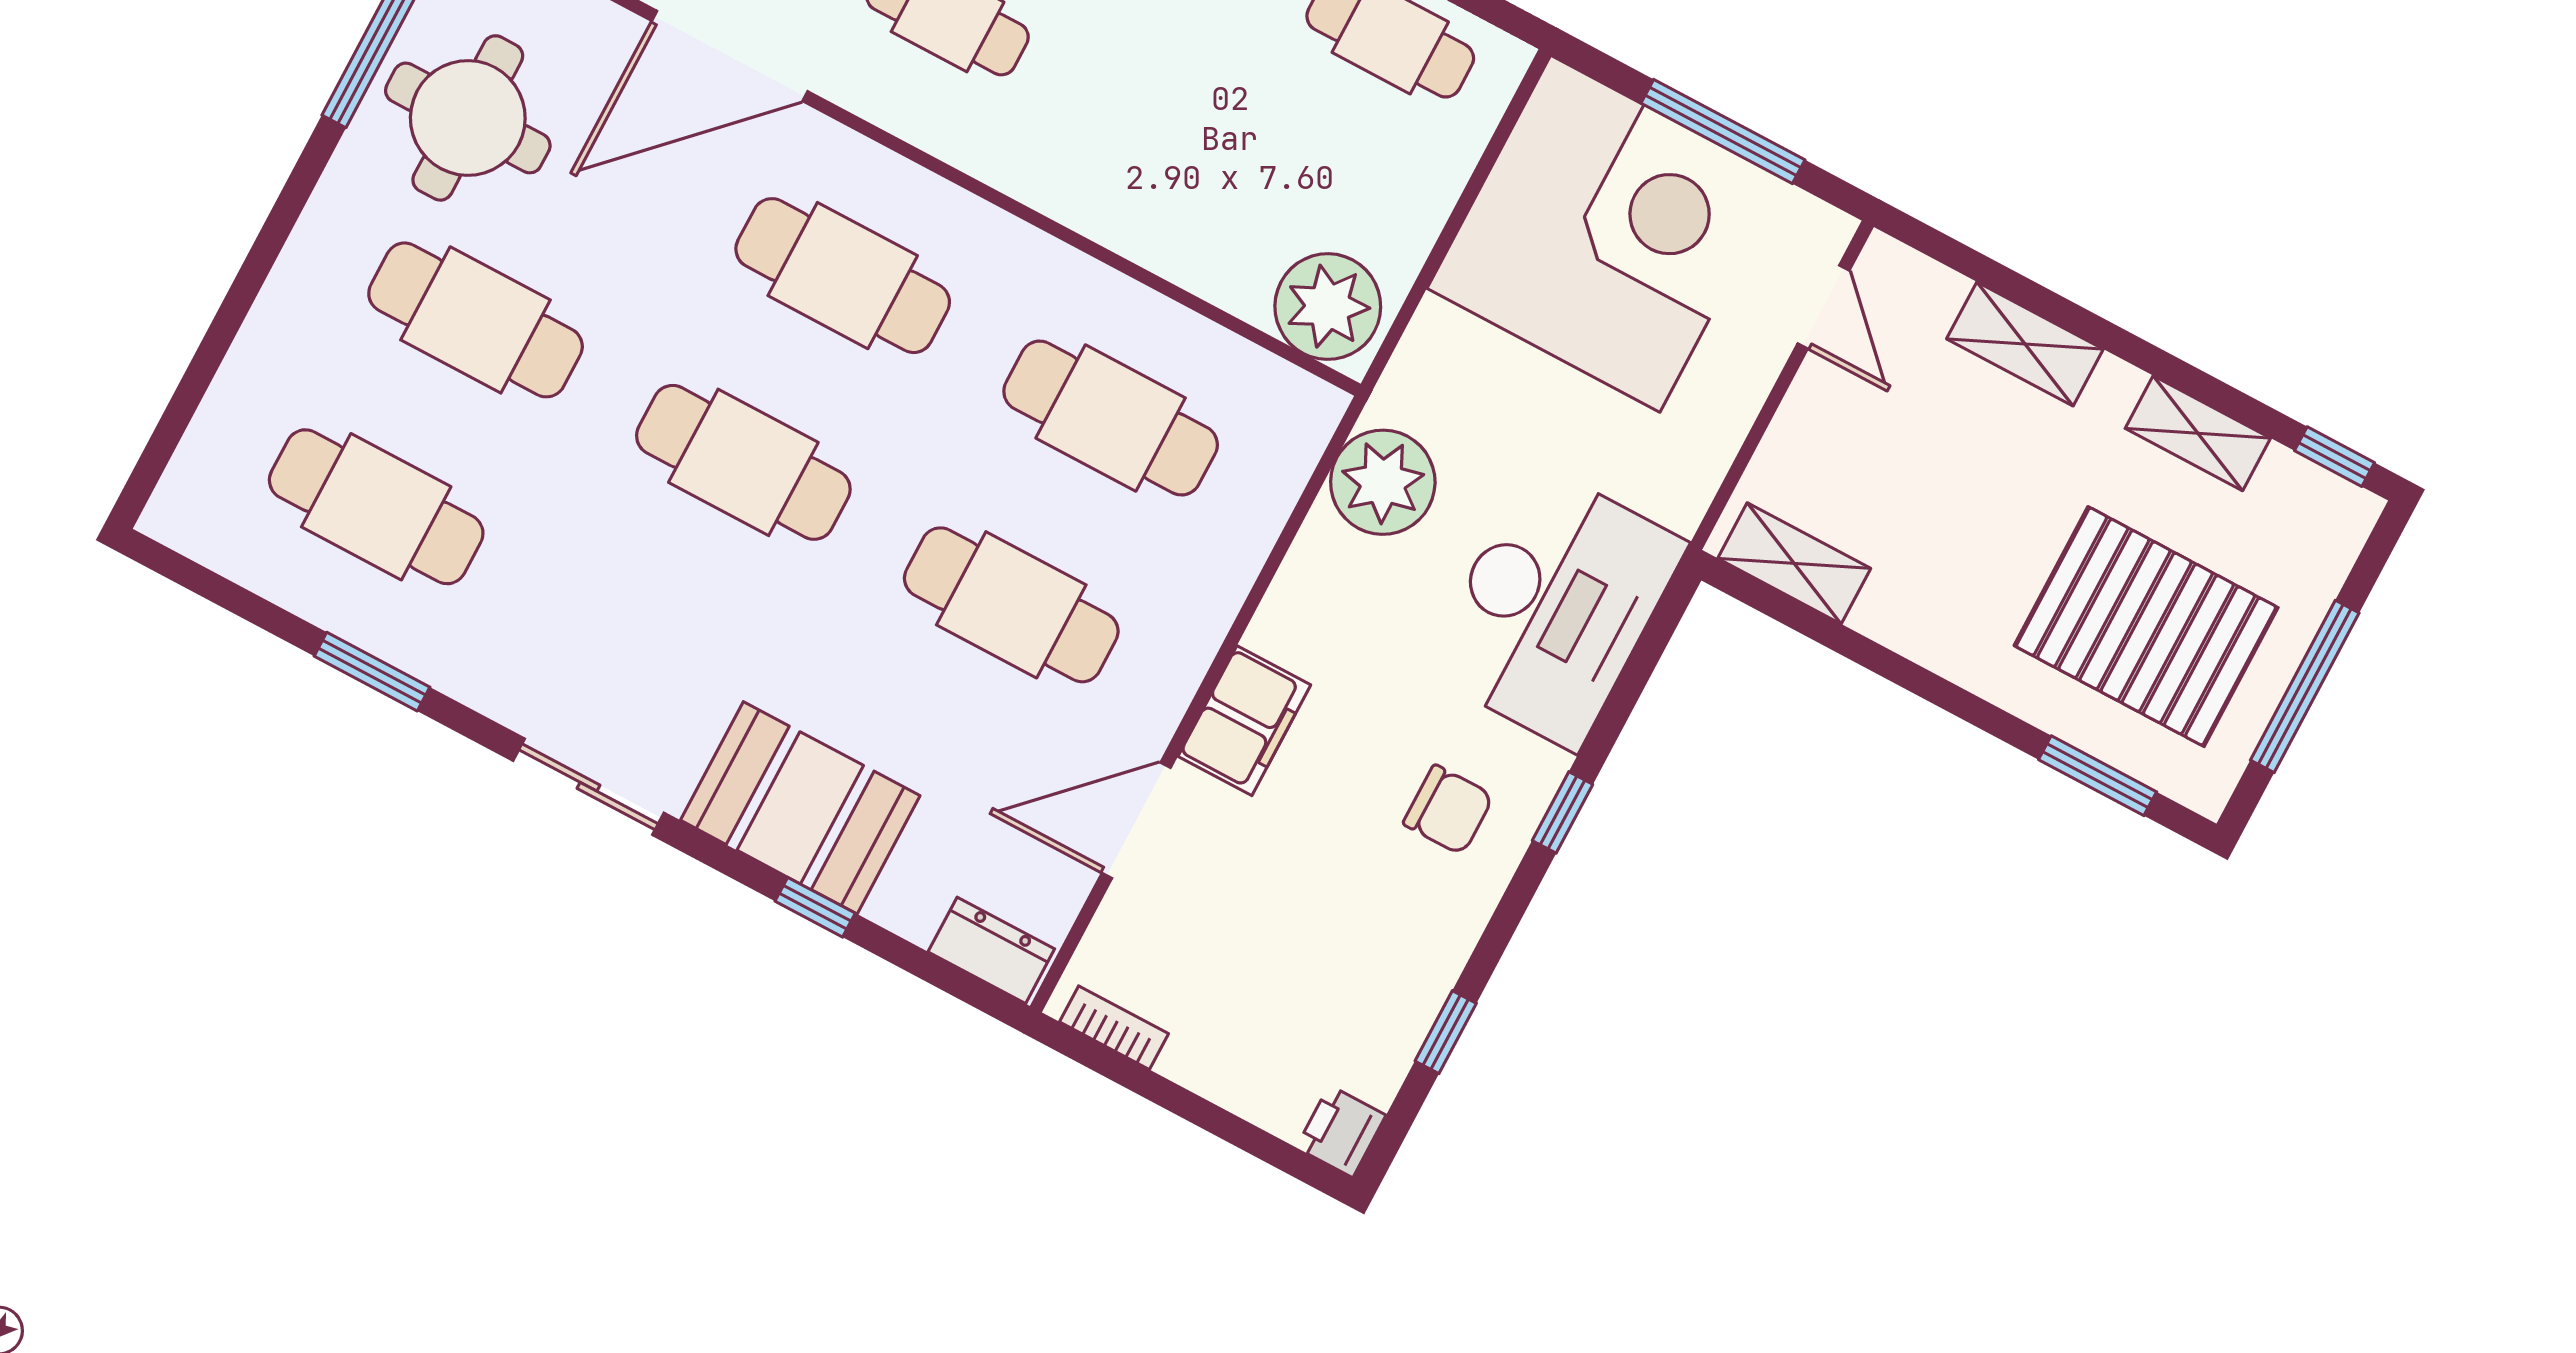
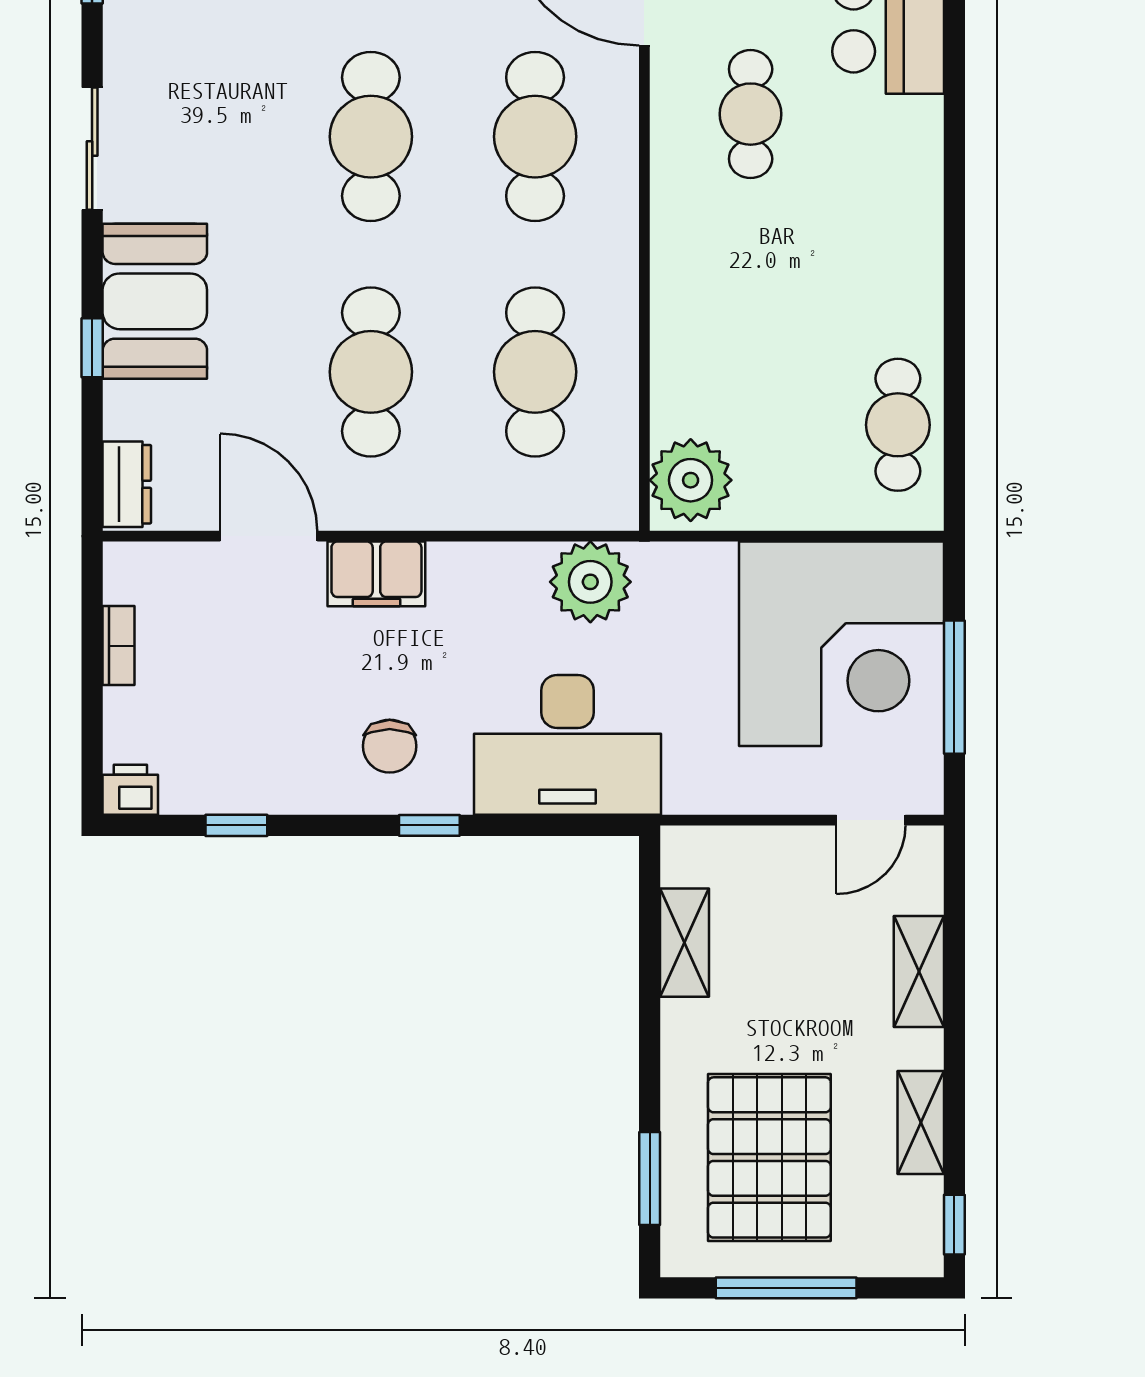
shelving: (1794, 563) -> (684, 943), moved
bookcase: (1114, 1028) -> (119, 646), moved

